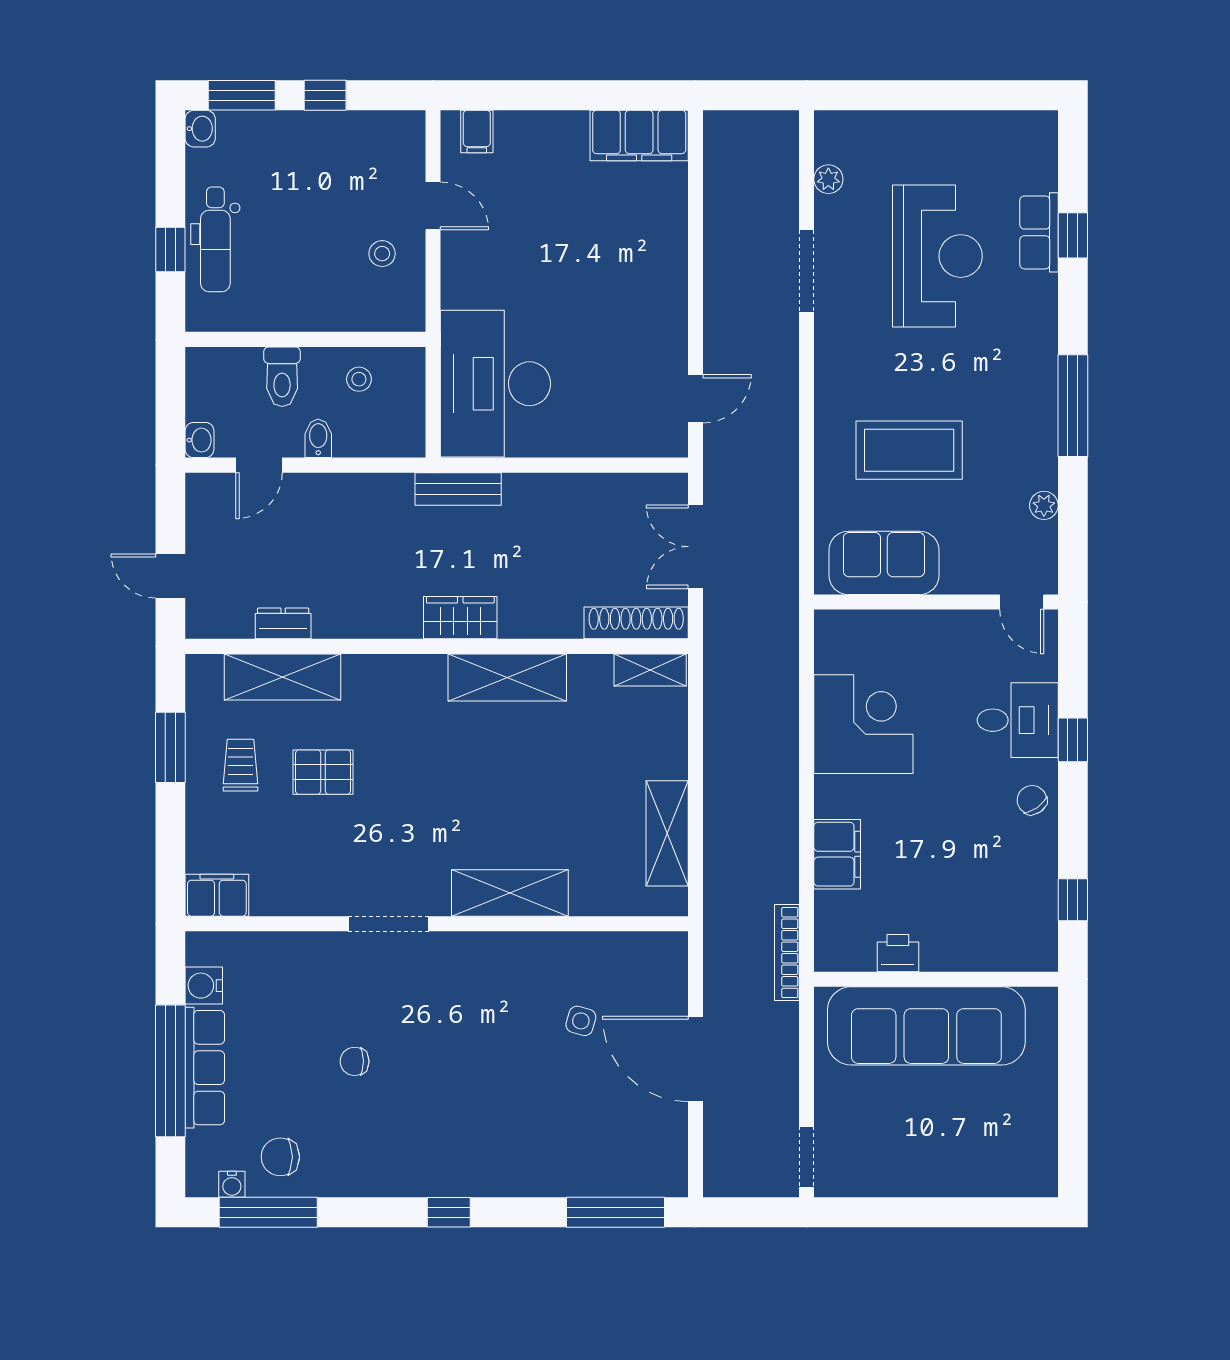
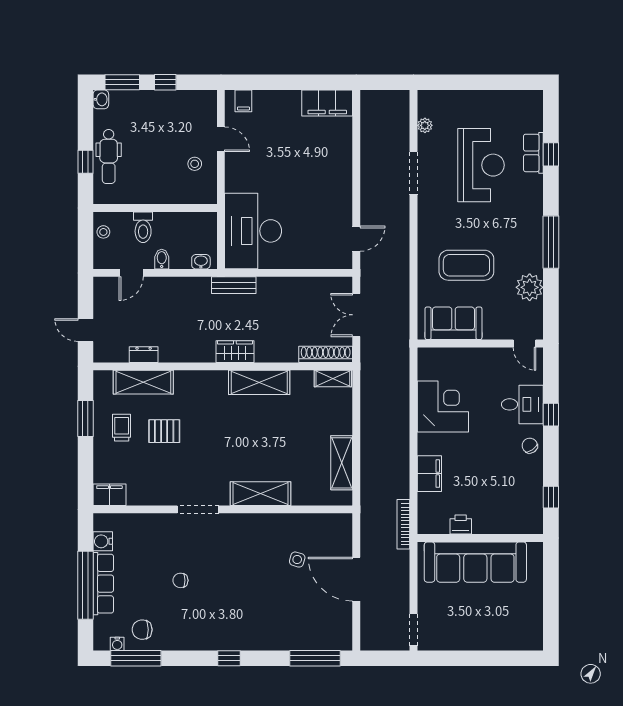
stool: (359, 379) -> (103, 232), moved
washbasin: (199, 440) -> (201, 262), moved, turned -90
plant: (1044, 505) -> (530, 287), width x1.87, depth x1.87

